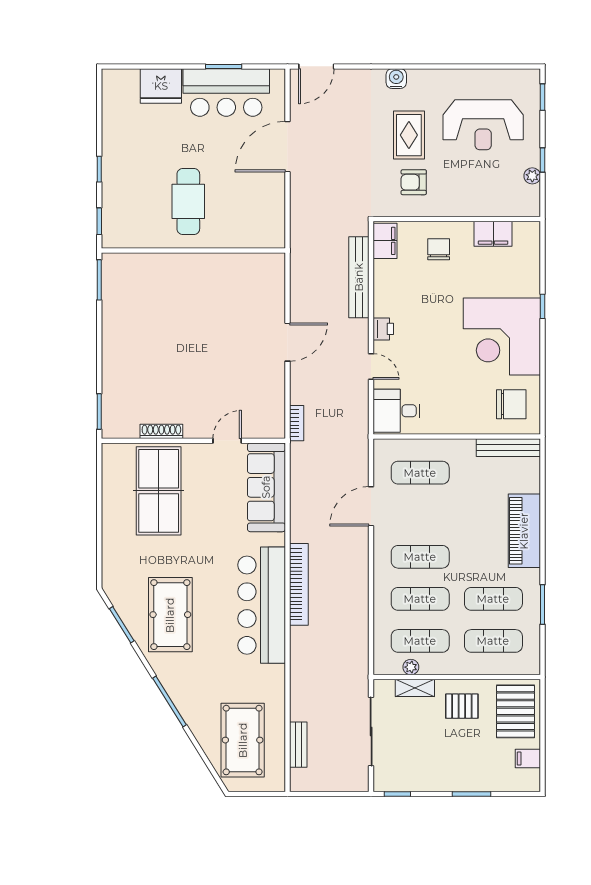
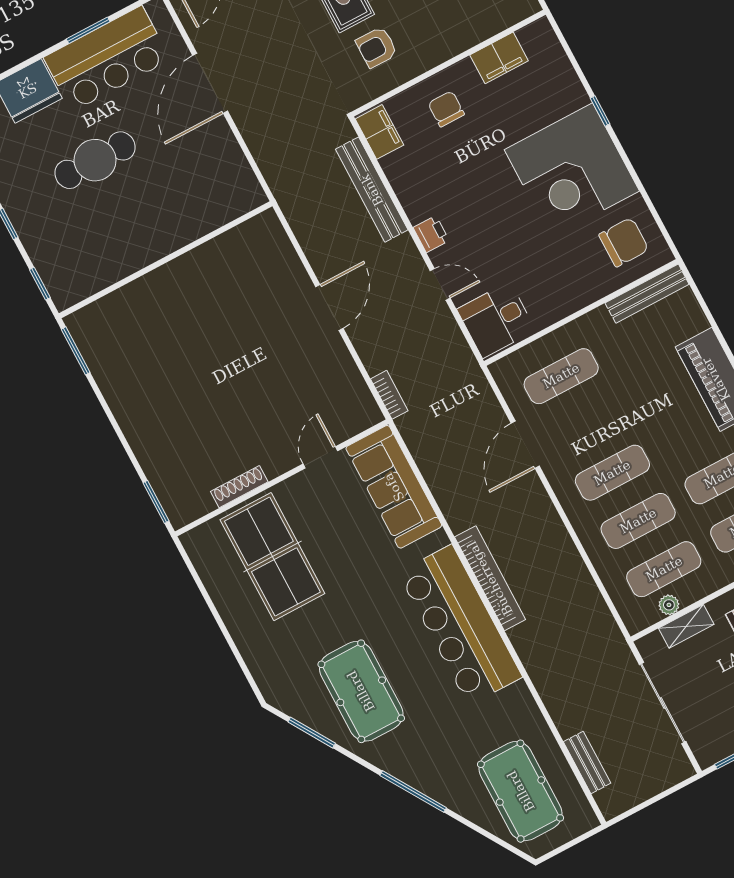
cafe table: (188, 201) -> (95, 160), moved, turned 90

